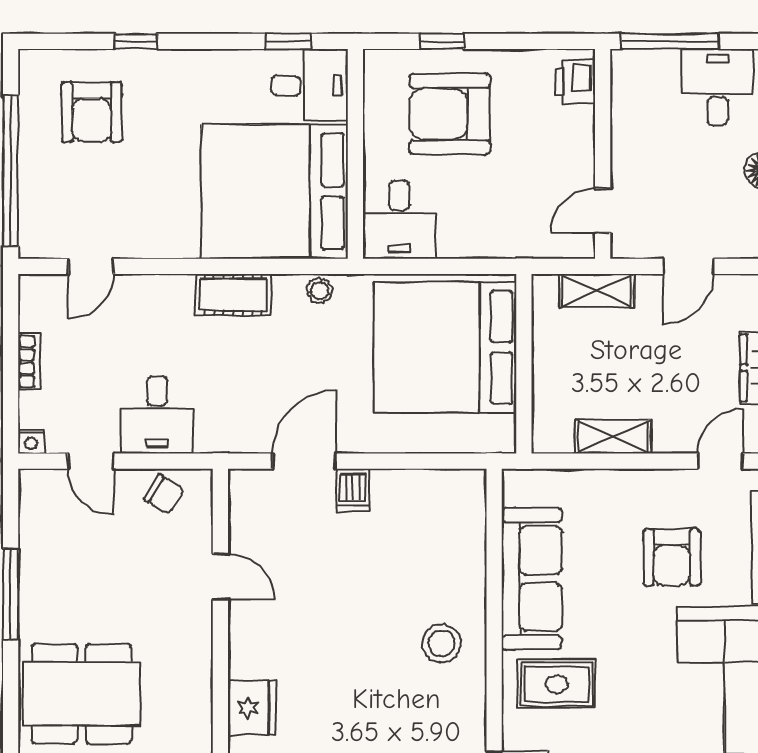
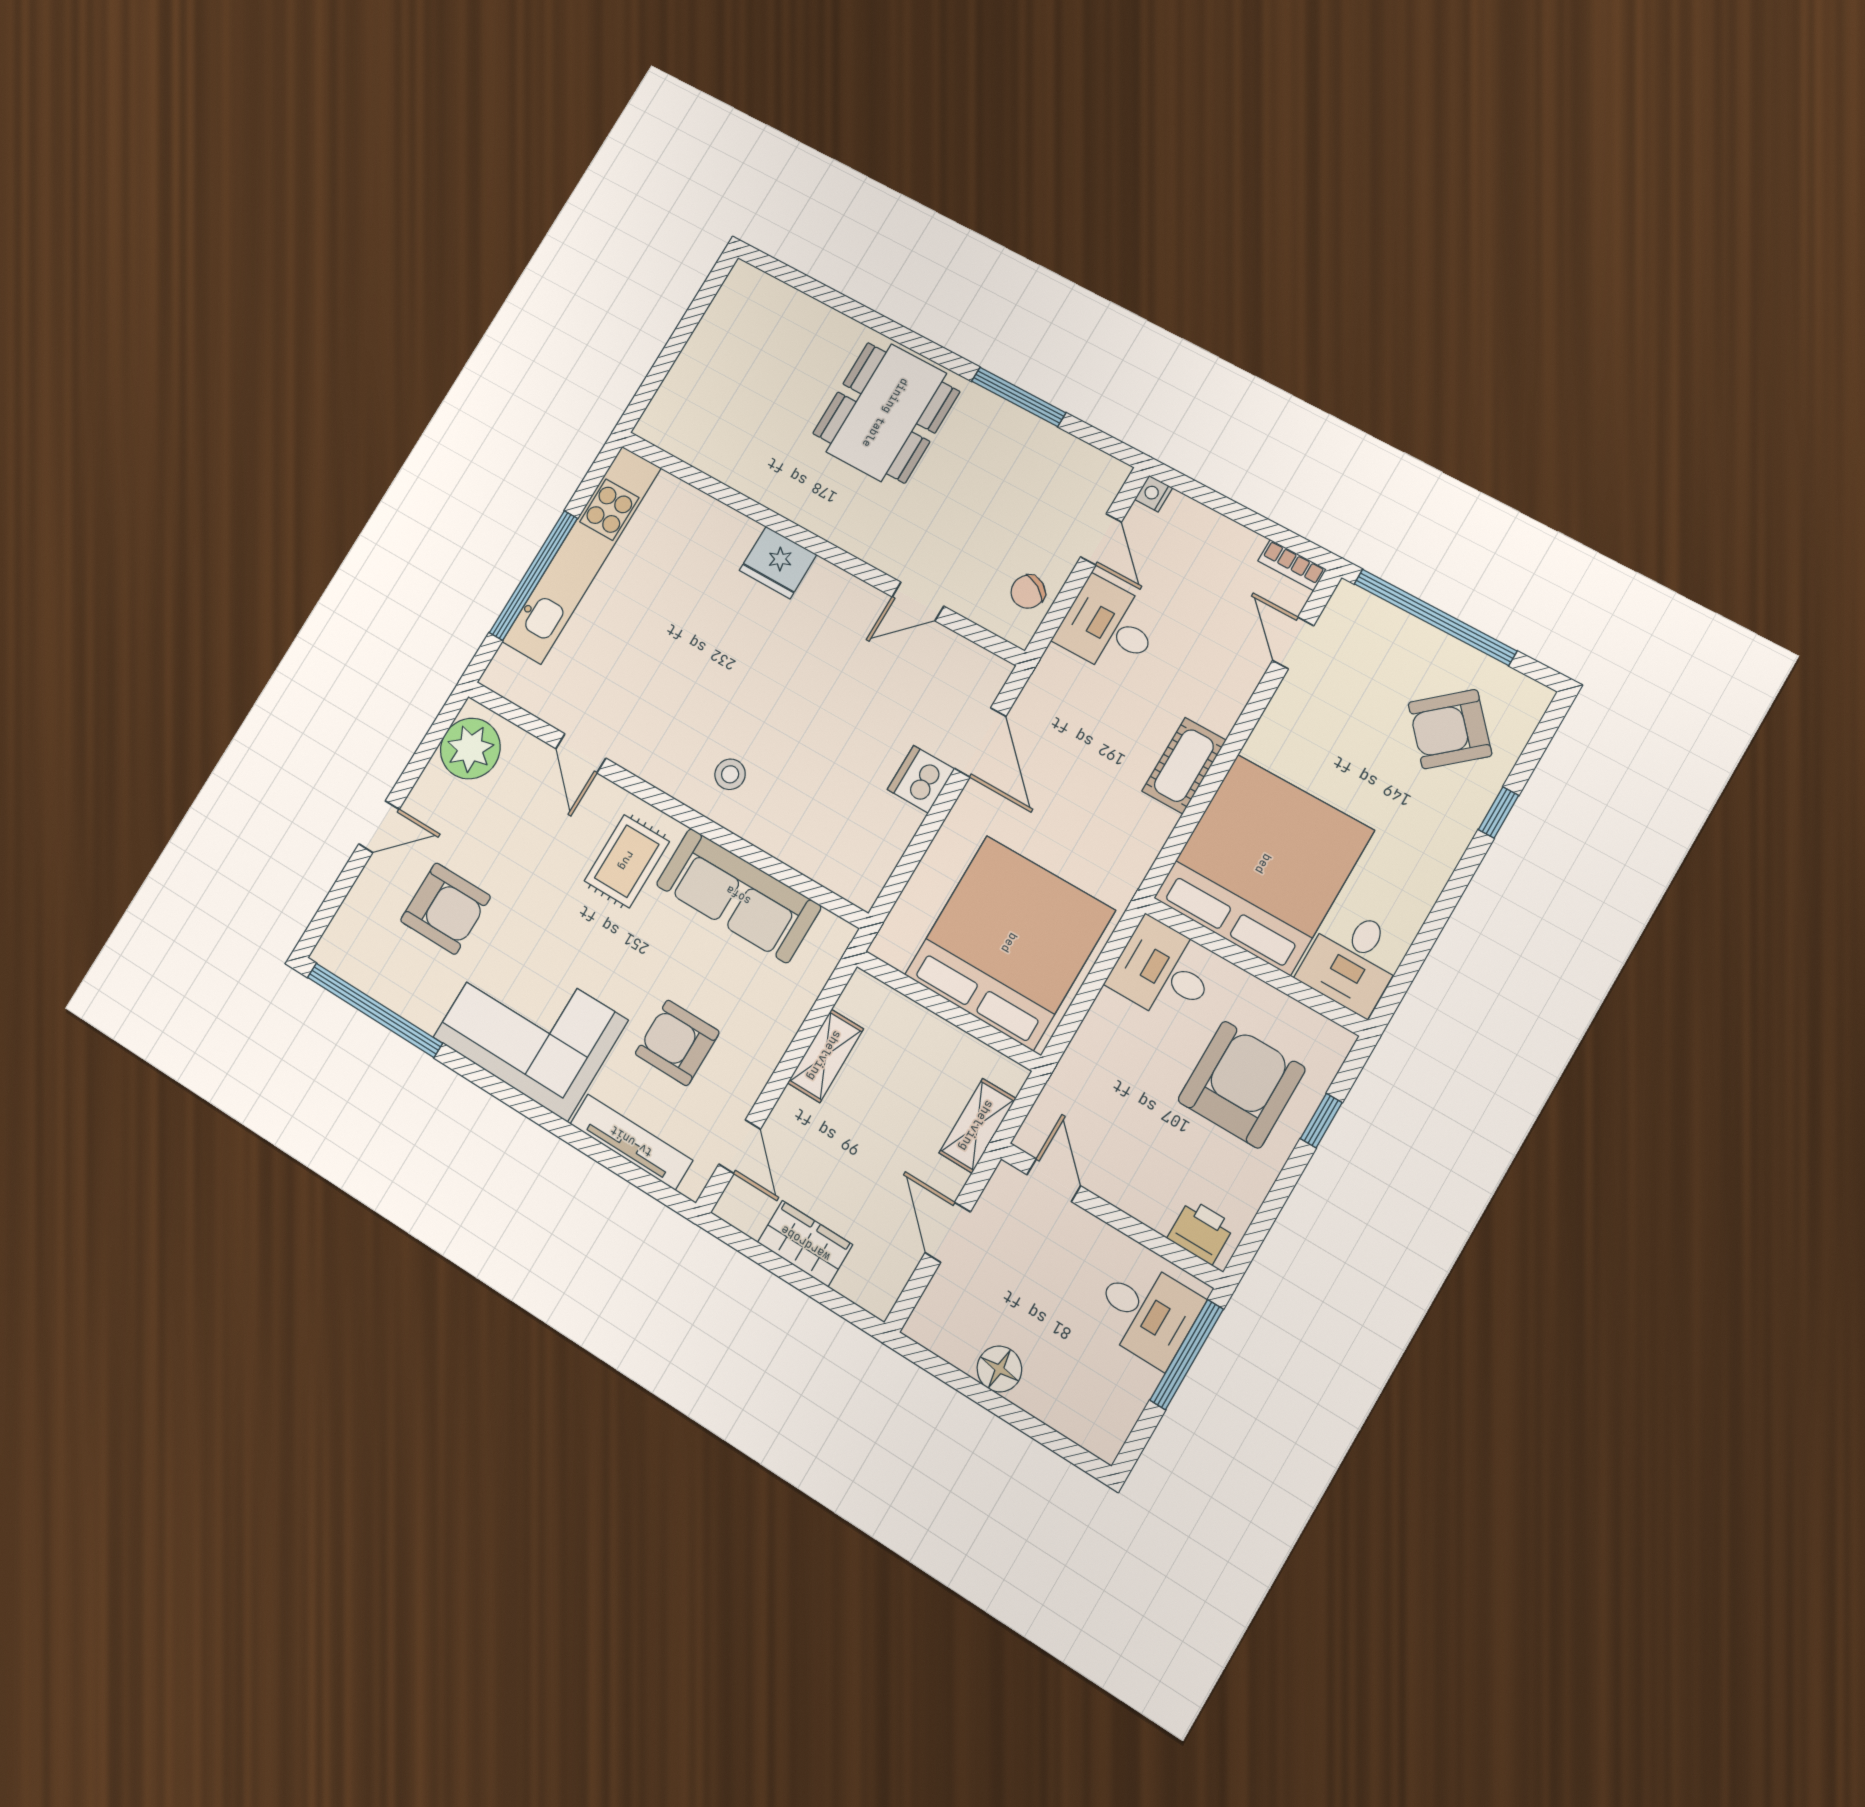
window: (288, 41) -> (1411, 965), removed
desk: (718, 87) -> (1147, 1312), moved
armchair: (92, 112) -> (1450, 729), turned -41
stool: (320, 291) -> (1138, 852), removed
bookcase: (29, 362) -> (1292, 565), moved
door: (91, 461) -> (1101, 539), swing flipped
dishwasher: (353, 490) -> (921, 779), width x1.38
stool: (442, 643) -> (730, 774), width x0.73, depth x0.73

